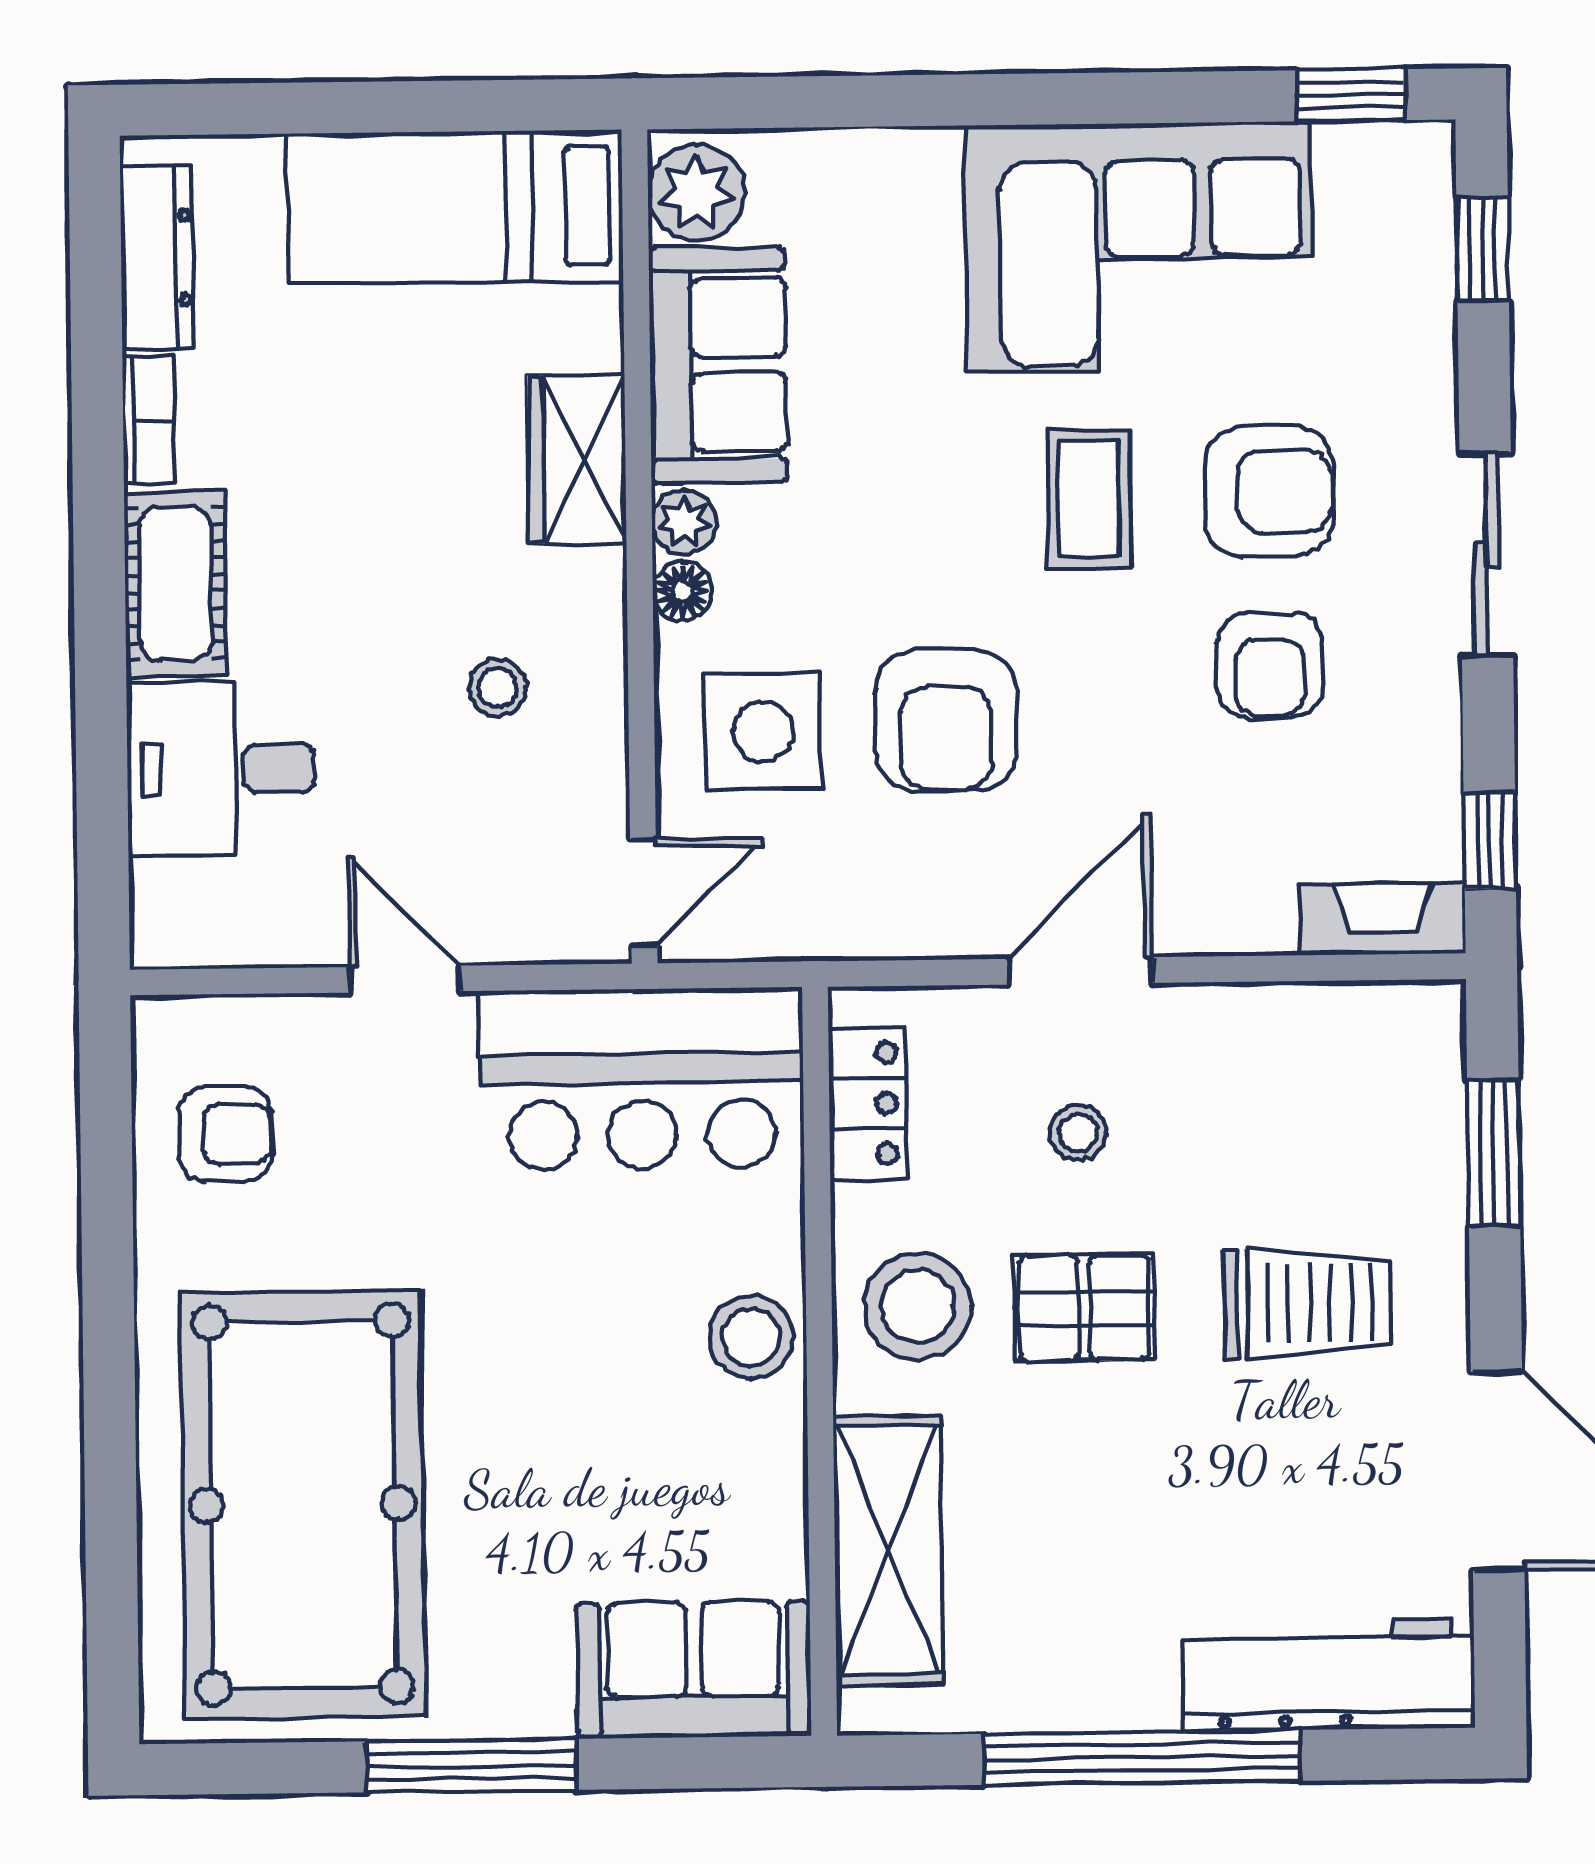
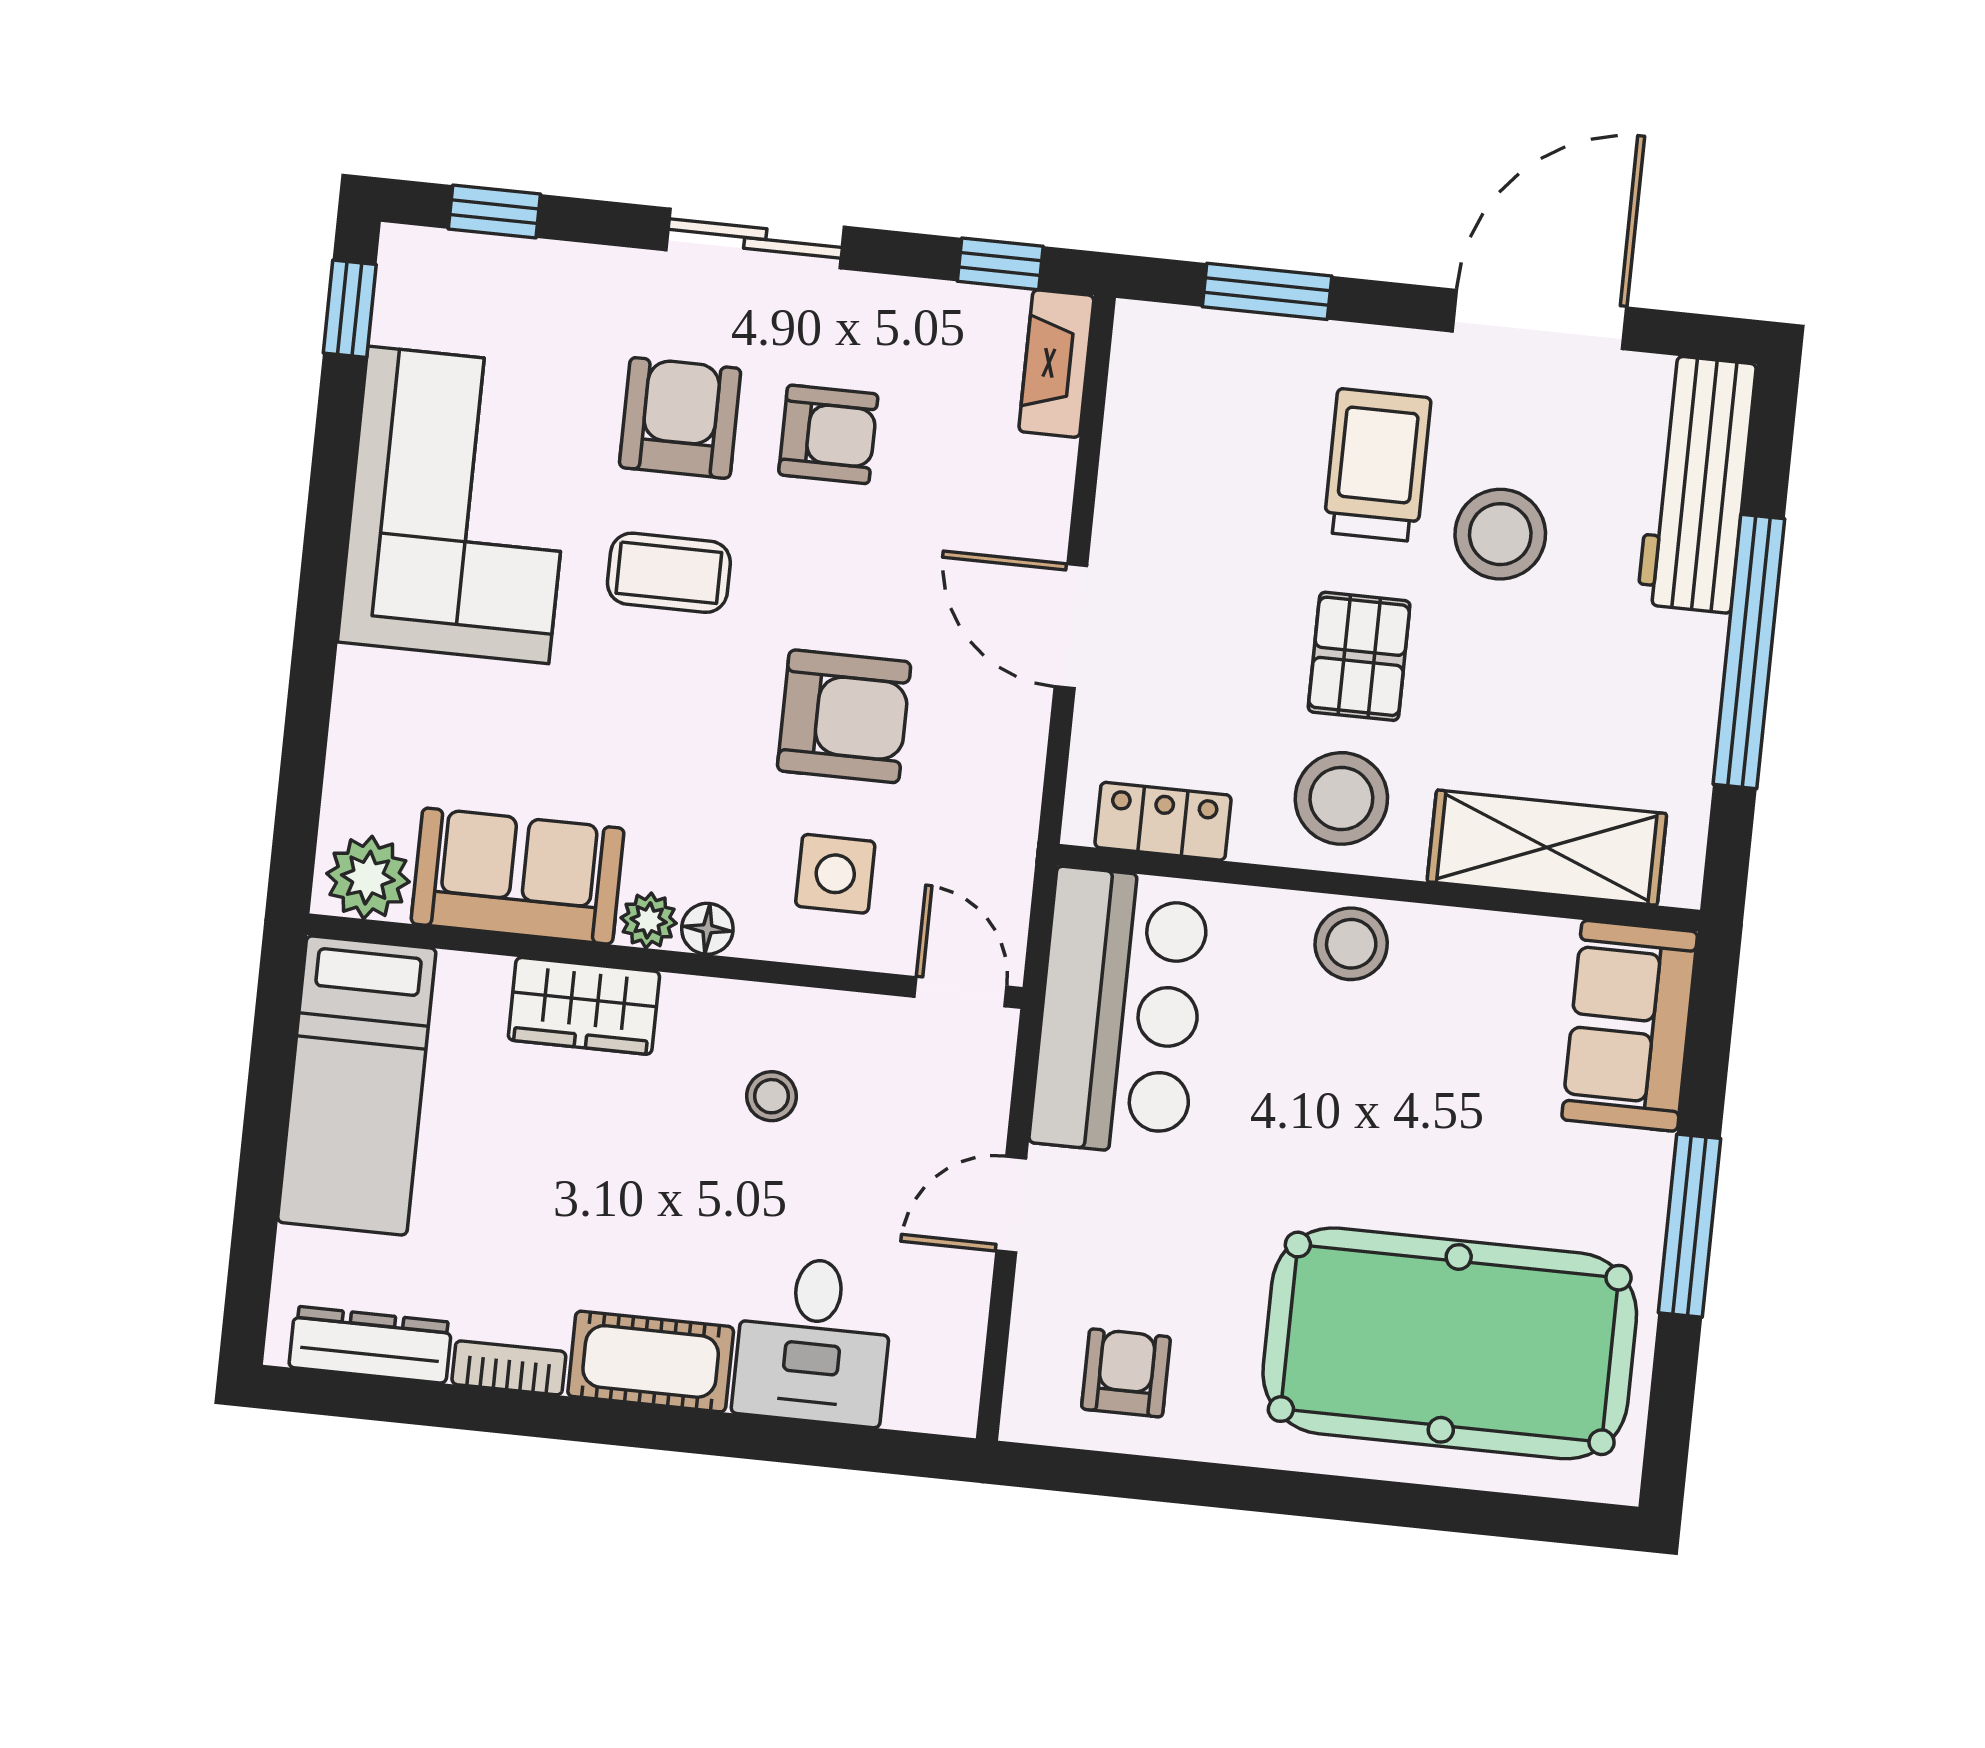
side table: (763, 732) -> (835, 874), width x0.73, depth x0.73
stool: (1078, 1133) -> (1500, 534), moved, width x1.89, depth x1.89

